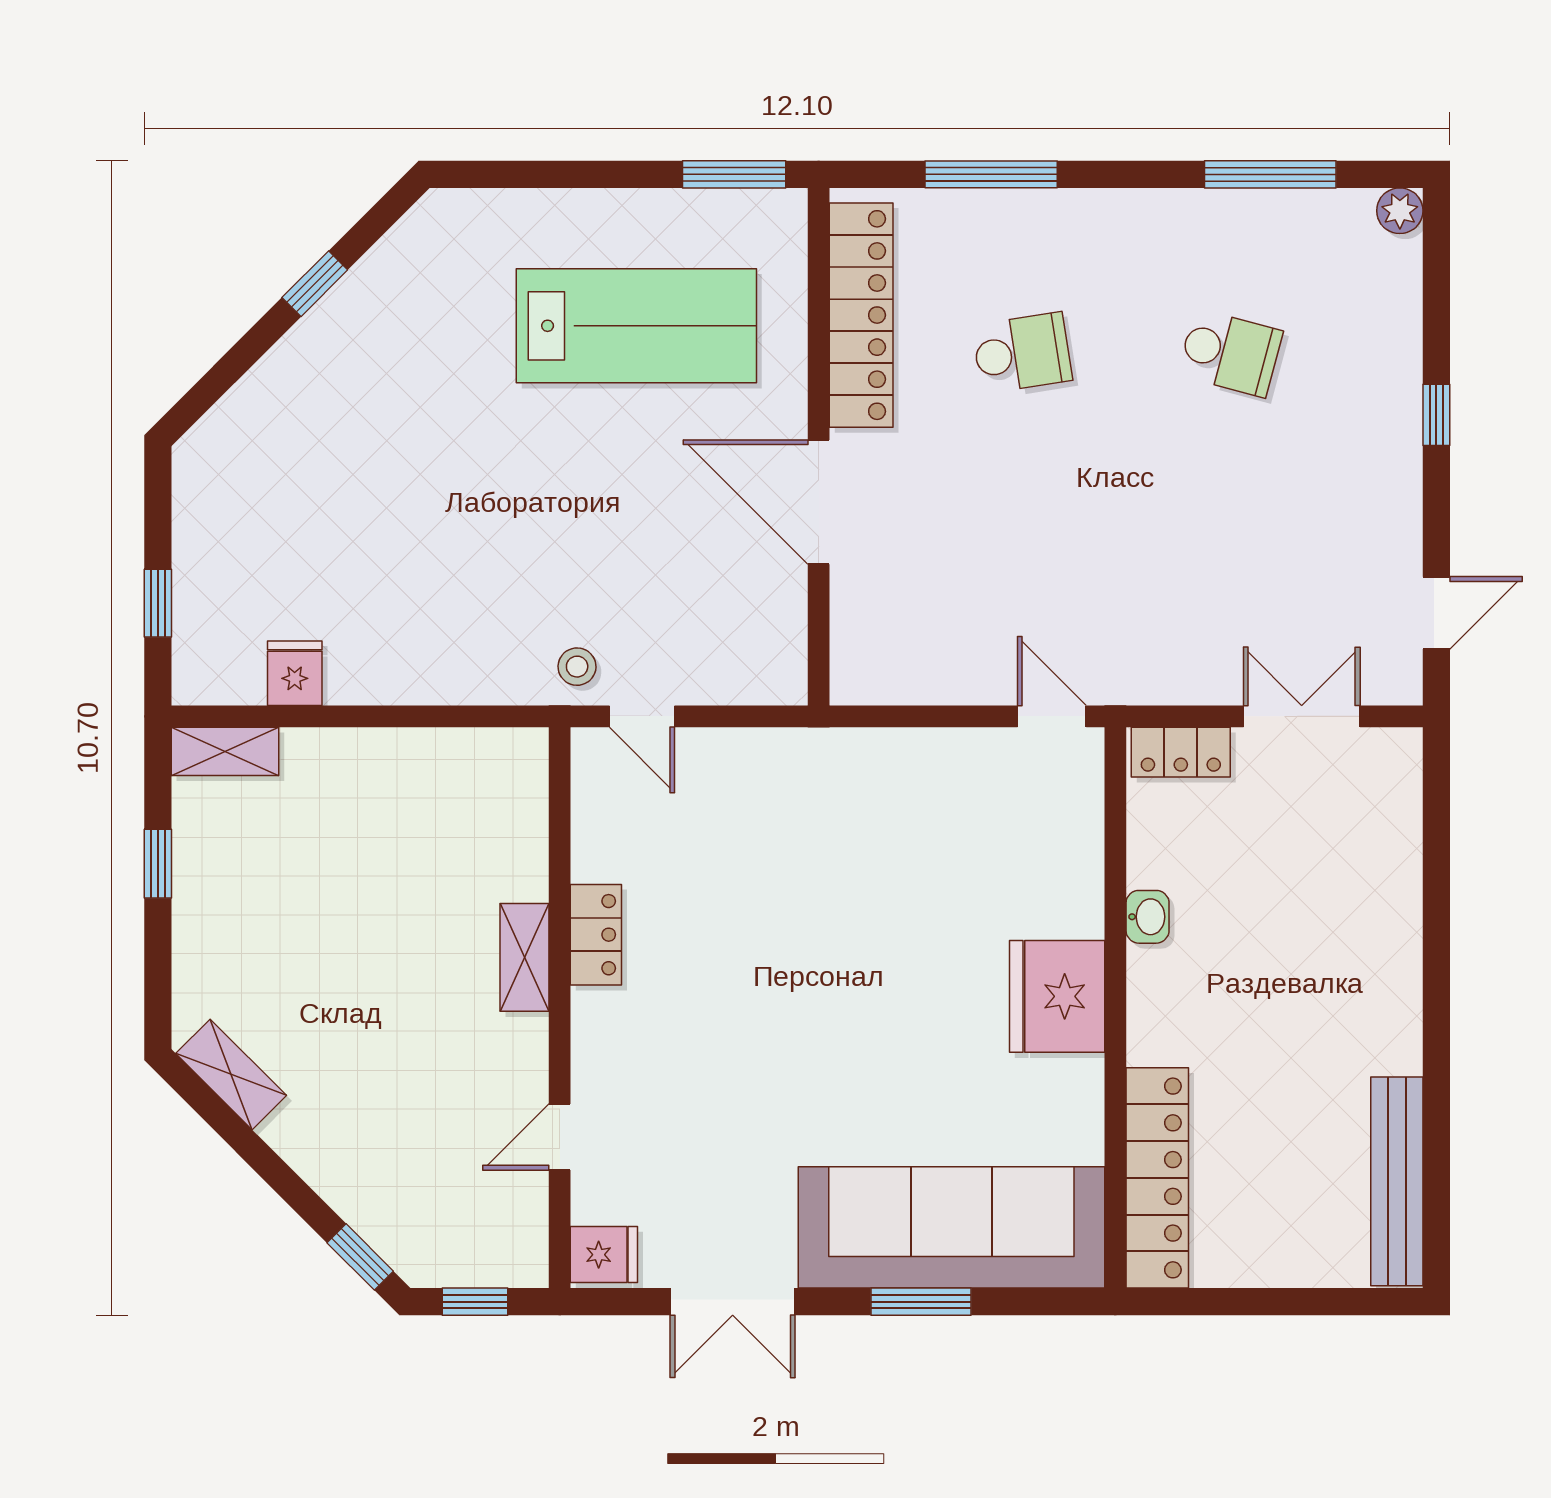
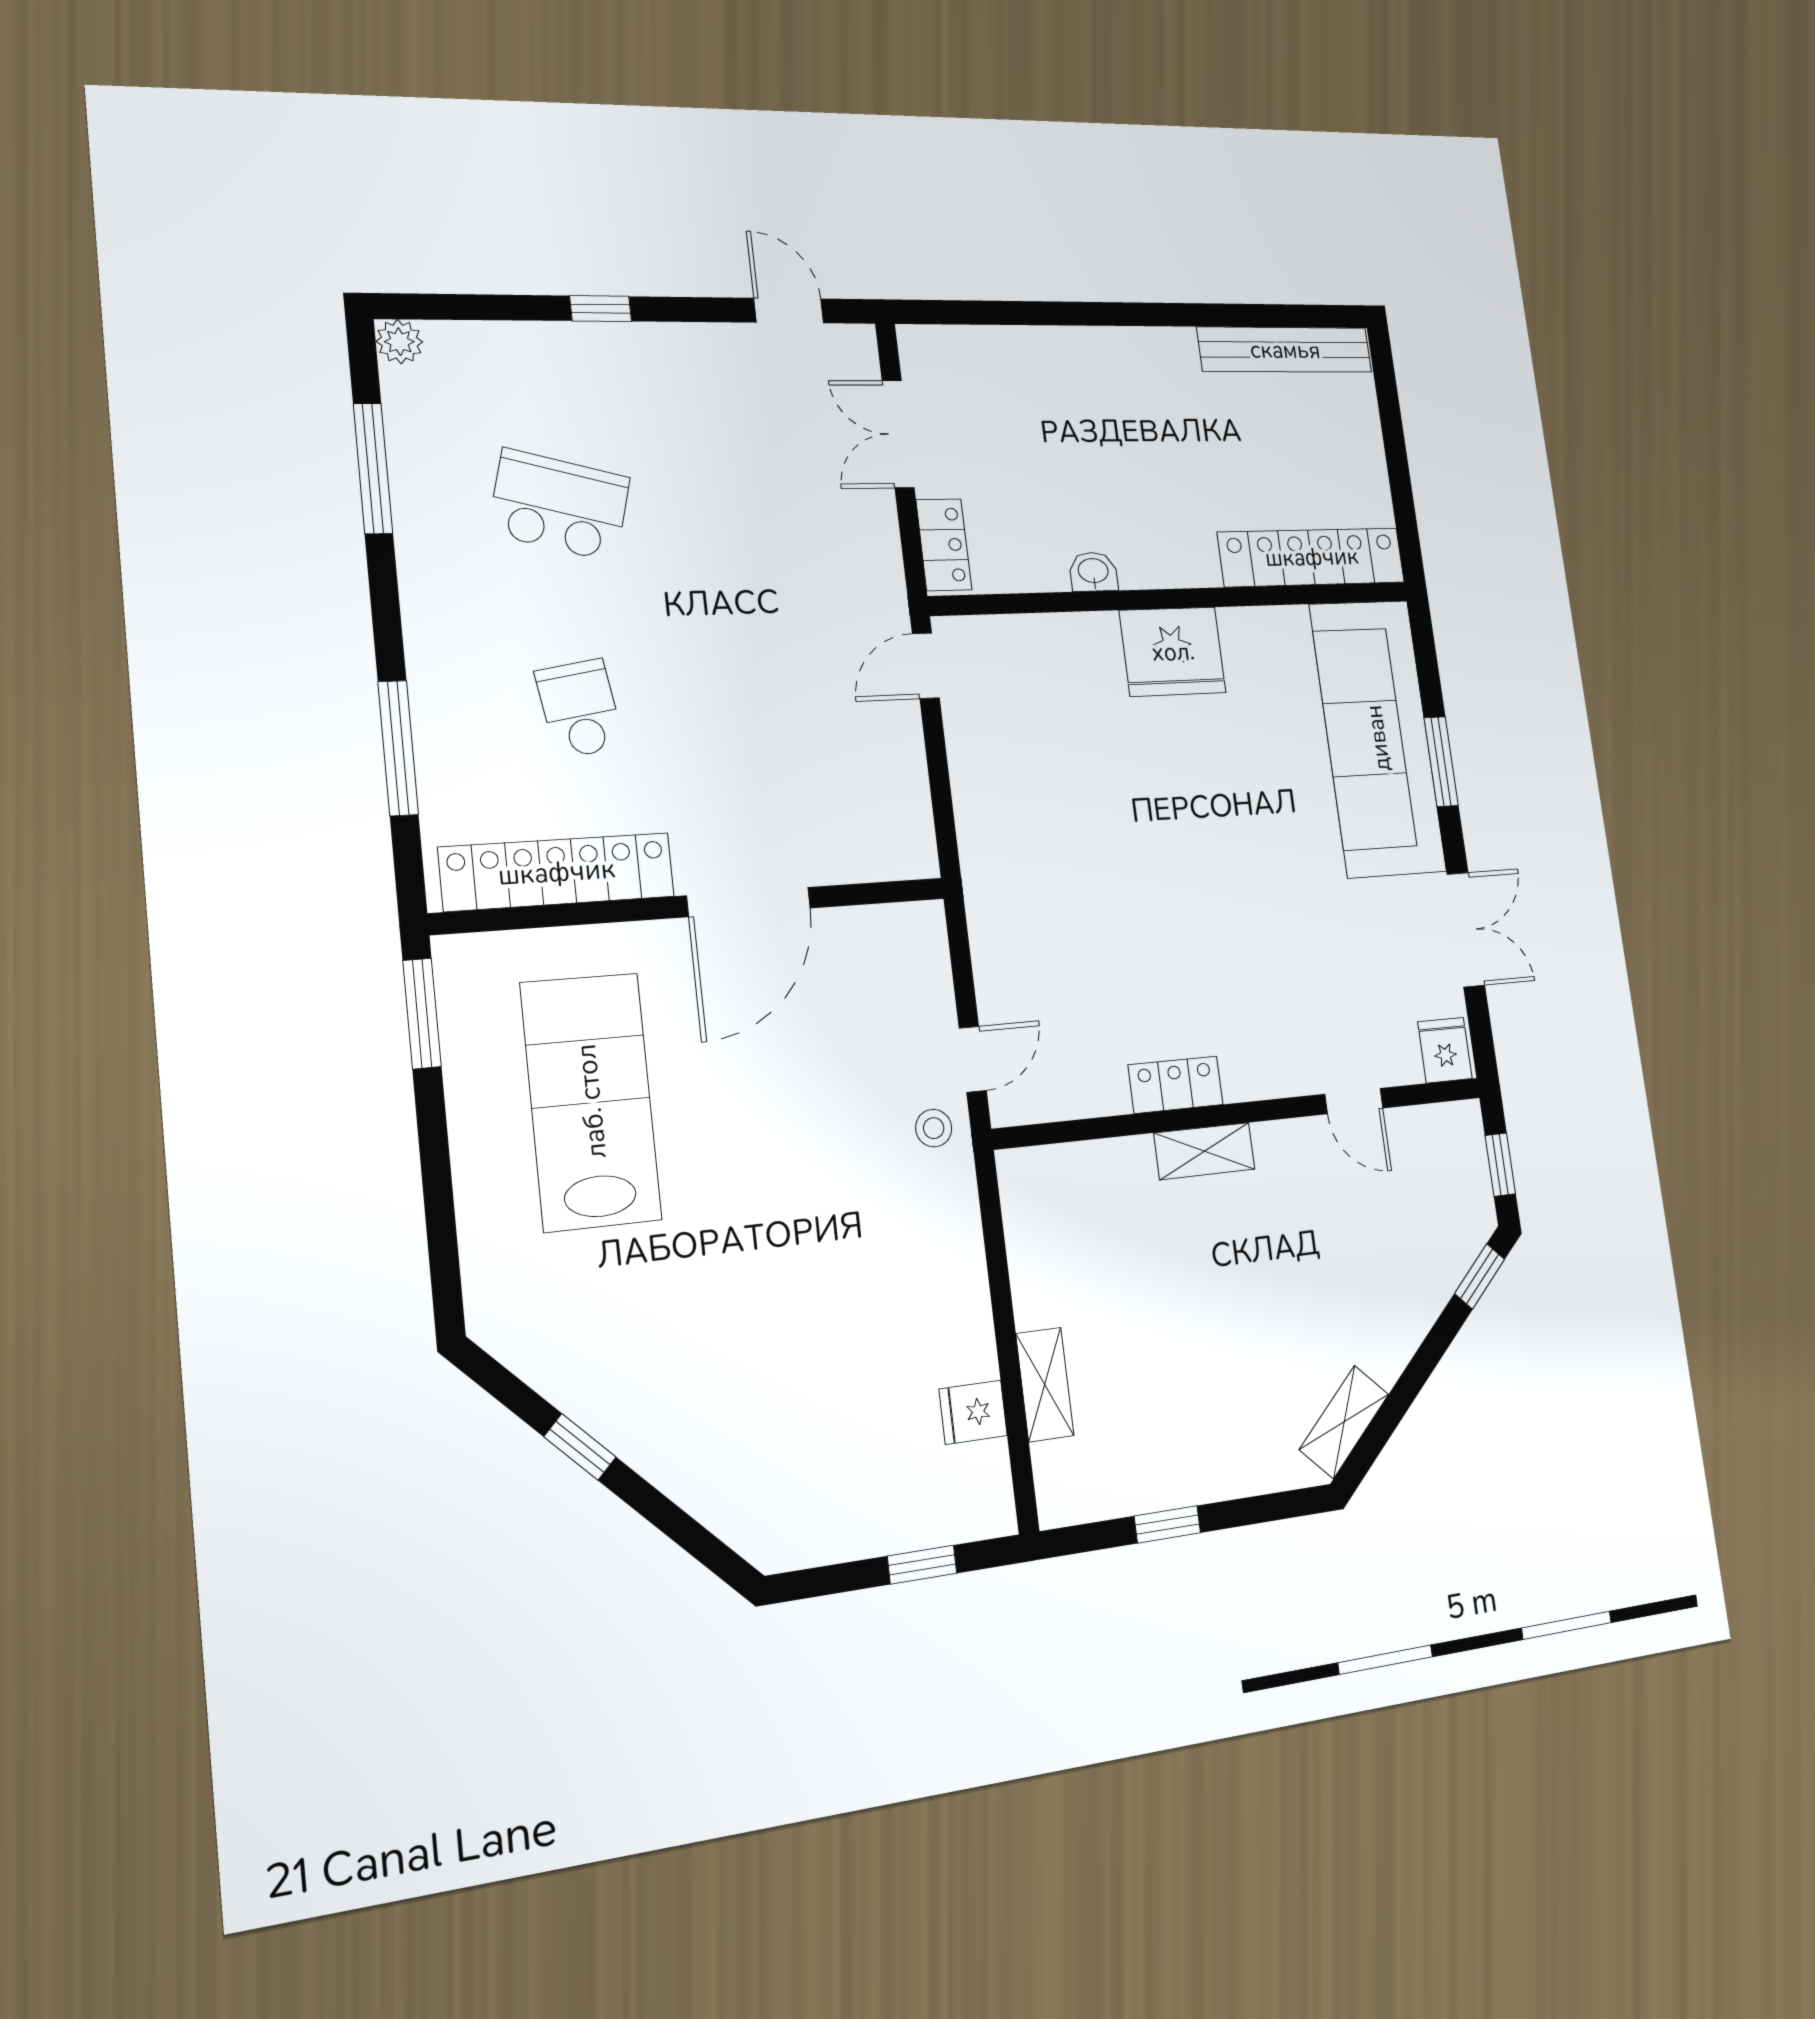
school desk: (1230, 353) -> (559, 505), width x1.85
shelving: (225, 751) -> (1045, 1384), moved

